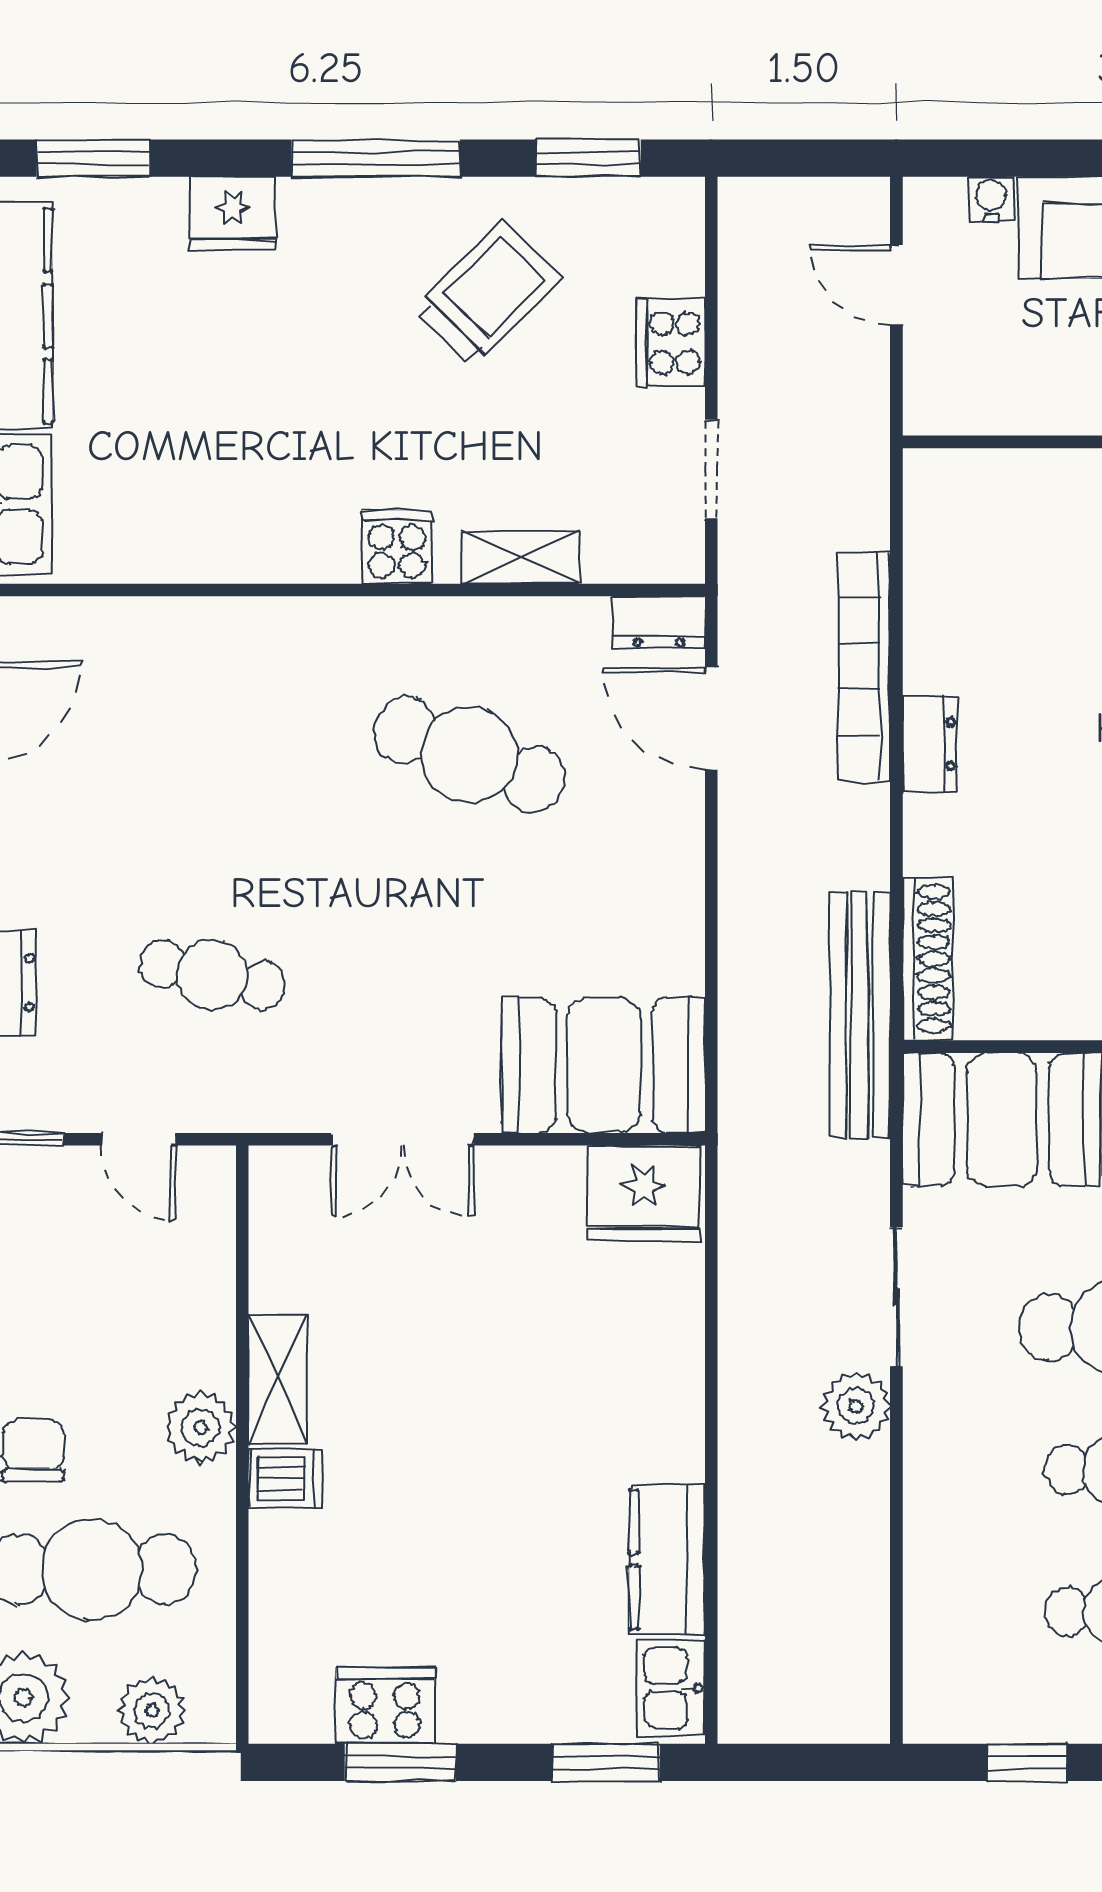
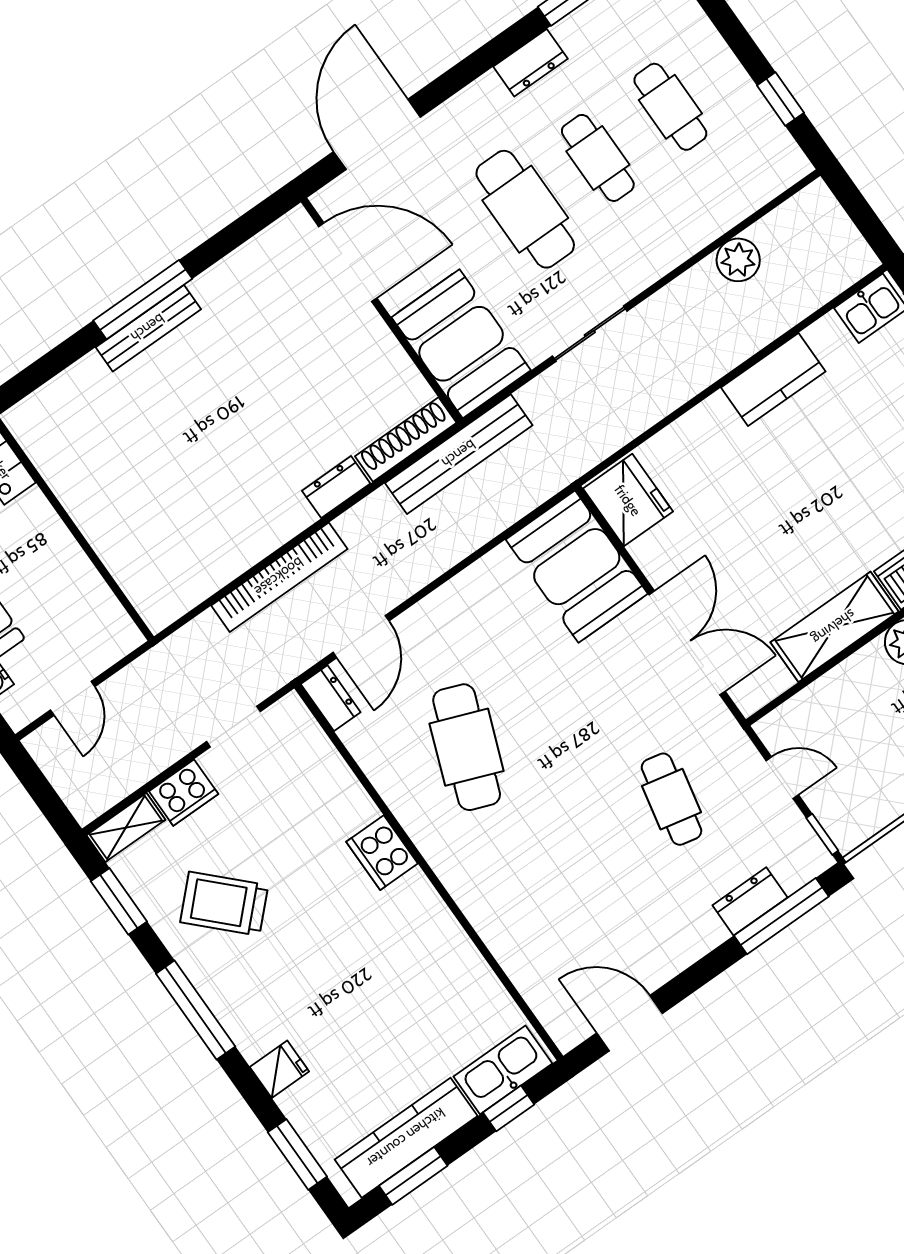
fridge: (233, 213) -> (279, 1069), width x0.72
cooker: (397, 547) -> (382, 853), width x1.36
shelving: (521, 557) -> (126, 827), moved, turned 90
dresser: (930, 744) -> (336, 487), moved
door: (139, 1139) -> (782, 778), hinge flipped
double door: (402, 1139) -> (687, 643), width x1.37
shelving: (278, 1379) -> (834, 627), width x1.50, depth x1.33
plant: (856, 1406) -> (738, 260), moved
kitchen counter: (667, 1559) -> (773, 379), moved

